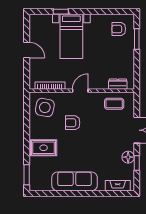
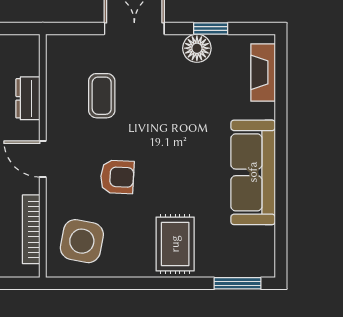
dresser: (118, 84) -> (28, 98), moved
coffee table: (114, 104) -> (102, 96), moved
armchair: (73, 123) -> (117, 177), turned -87

